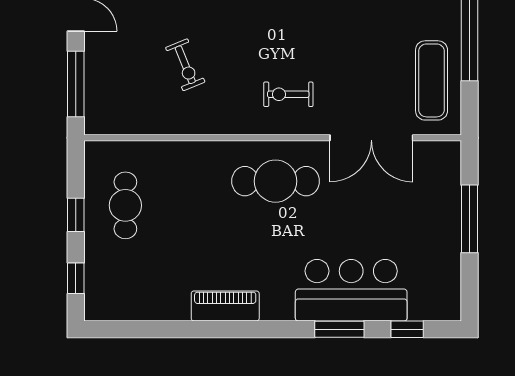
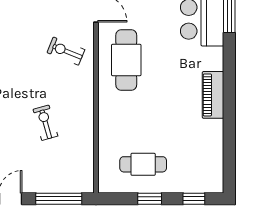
exercise bike: (185, 65) -> (45, 123), turned -84
exercise bike: (288, 94) -> (66, 51), turned 112

